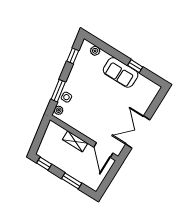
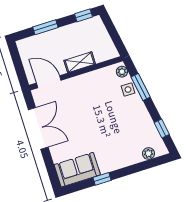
sofa: (121, 72) -> (77, 170), moved

